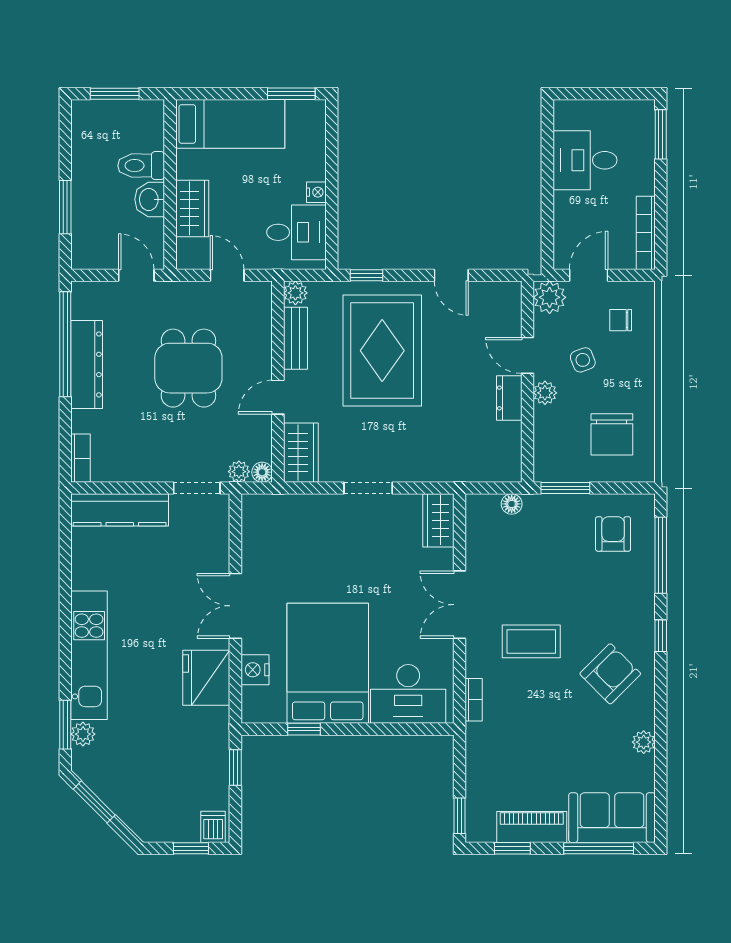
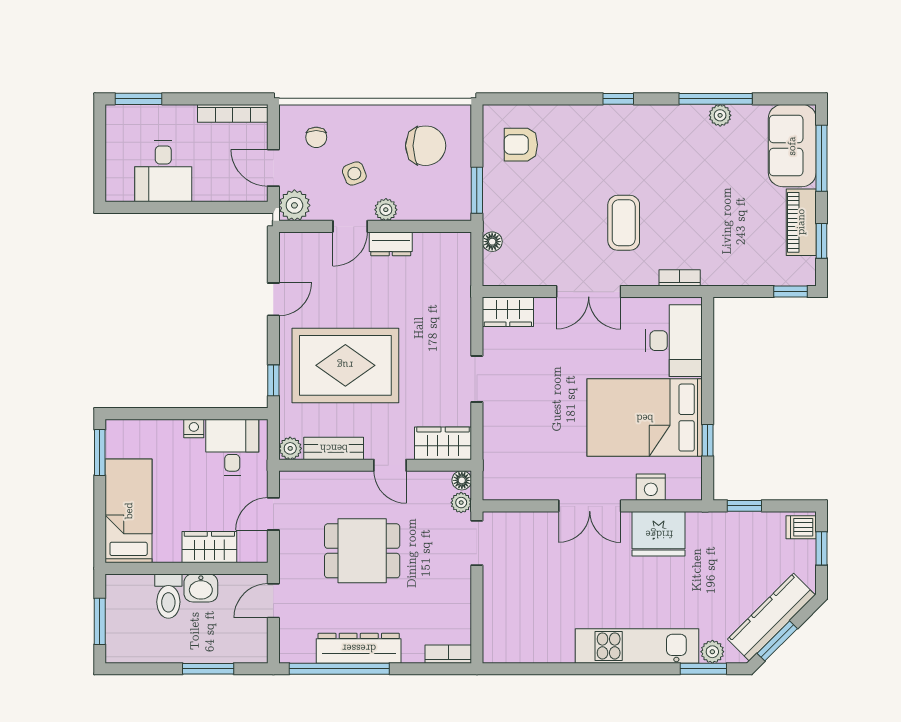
kitchen counter: (120, 510) -> (771, 617), moved, turned -135
window: (661, 555) -> (716, 99), moved
armchair: (610, 674) -> (655, 147), removed

